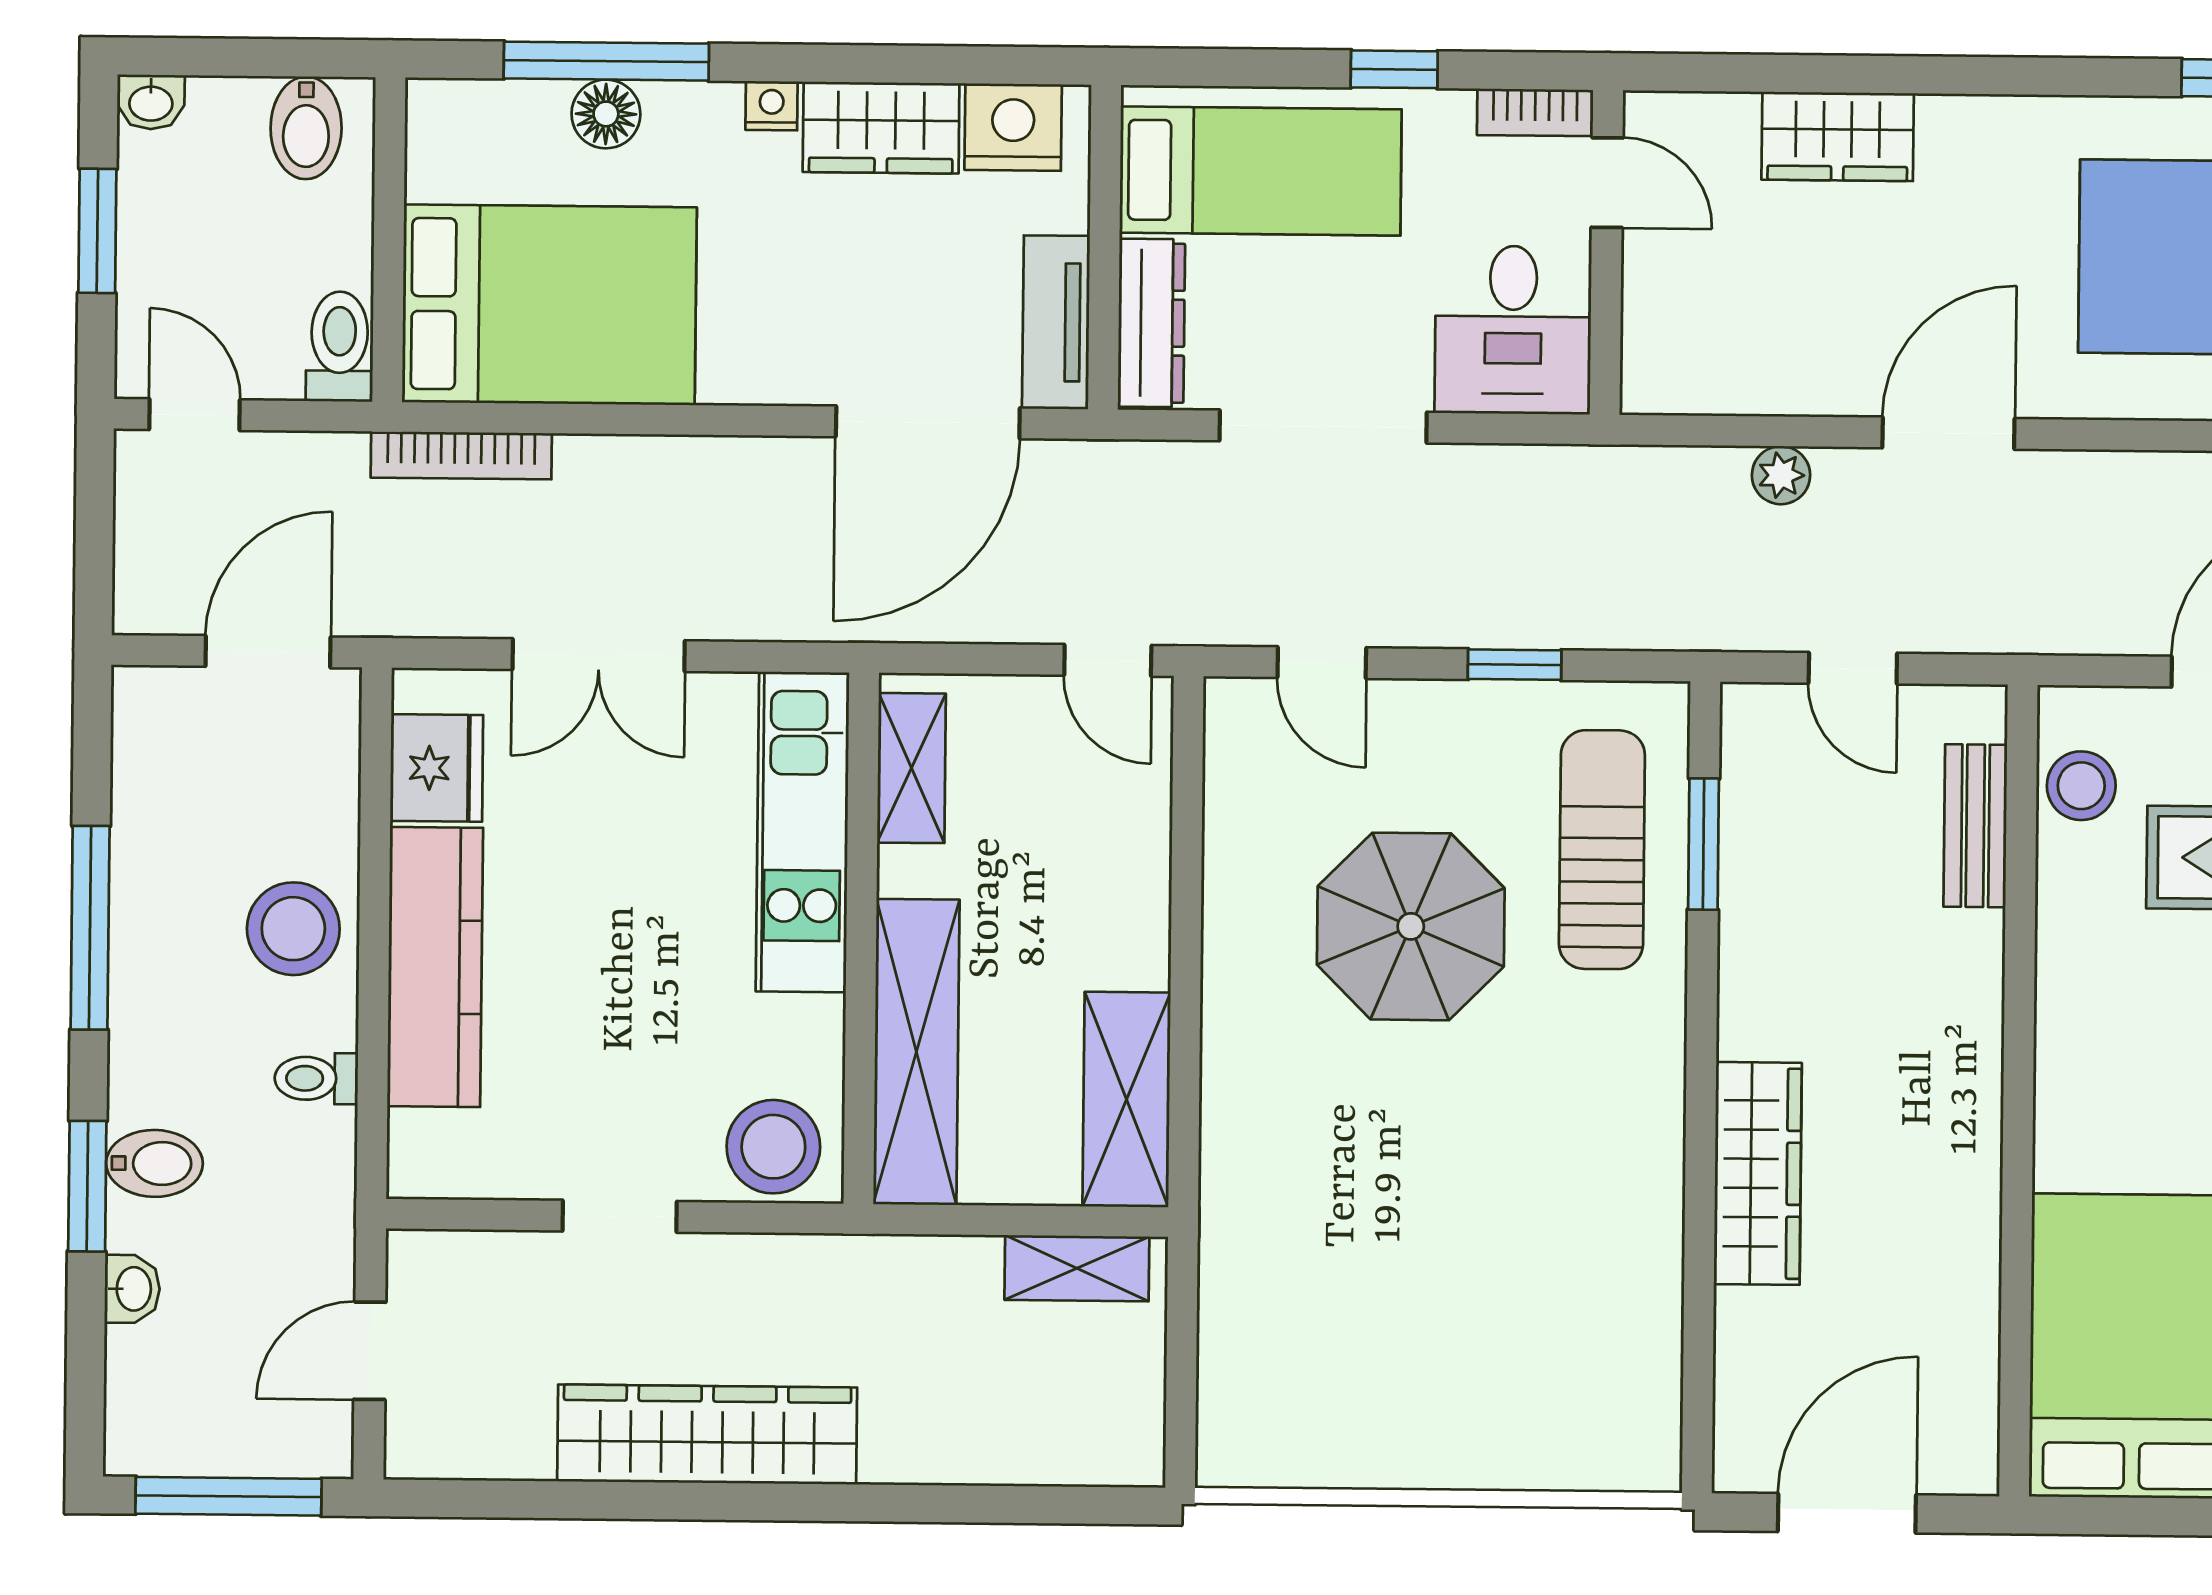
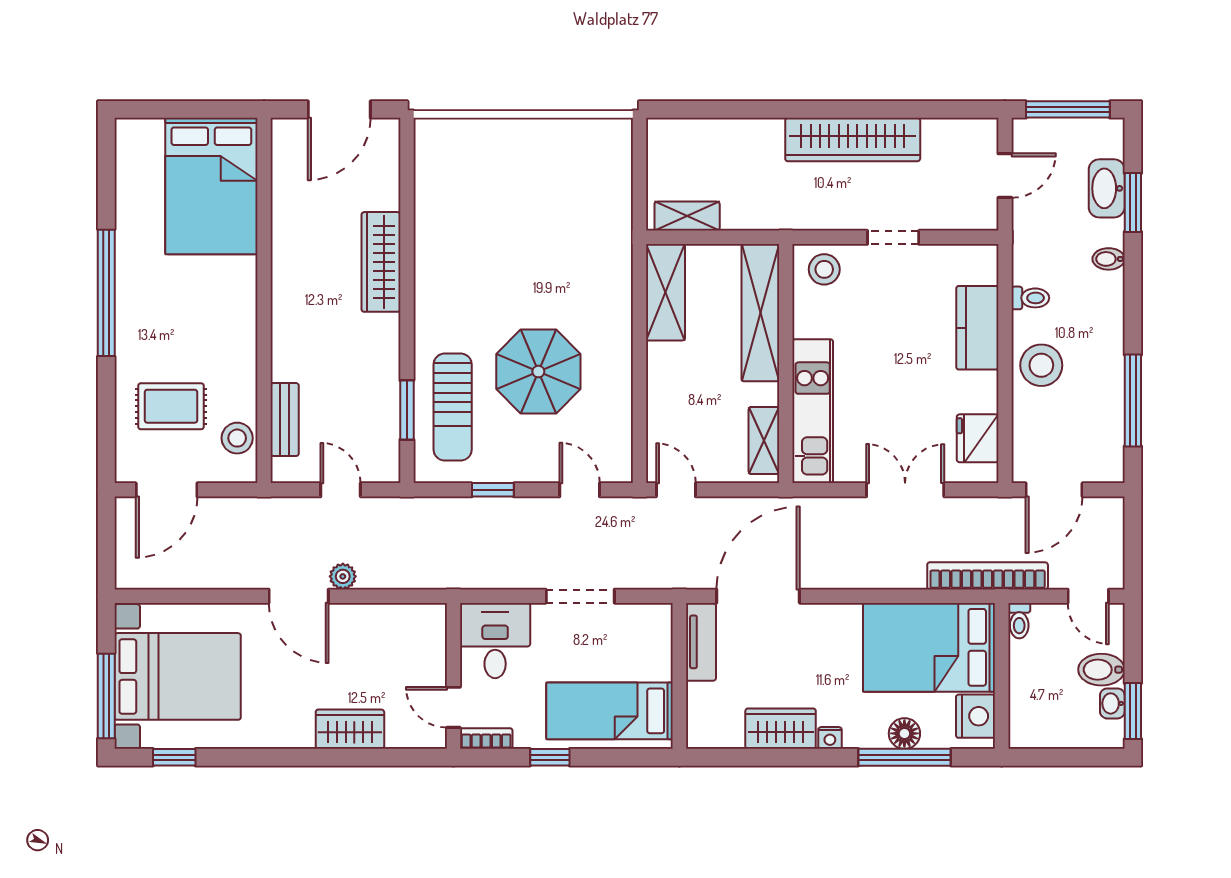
washbasin: (151, 102) -> (1112, 703), moved, turned -90
nightstand: (1013, 127) -> (976, 716), moved, turned -90
bidet: (306, 128) -> (1101, 670), moved, turned -90
window: (97, 231) -> (1133, 711), moved
dresser: (1151, 323) -> (658, 642), removed
toilet: (340, 347) -> (1019, 621), width x0.73, depth x0.72
doorway: (1323, 427) -> (580, 596), width x0.73
door: (1948, 433) -> (299, 596), hinge flipped
bookcase: (461, 455) -> (988, 576), width x1.48, depth x1.31
plant: (1781, 475) -> (343, 576), moved
window: (90, 928) -> (1133, 401), moved
kitchen counter: (435, 967) -> (977, 328), width x0.67
stool: (773, 1147) -> (824, 269), width x0.73, depth x0.73
bidet: (154, 1163) -> (1109, 259), width x0.72, depth x0.74
window: (87, 1186) -> (1133, 203), moved
washbasin: (132, 1289) -> (1107, 188), width x1.91, depth x1.45

